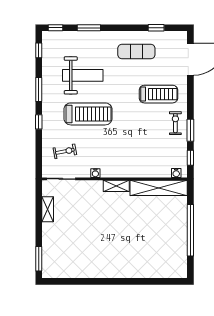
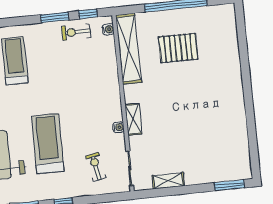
exercise bike: (175, 123) -> (76, 32), moved
shelving: (116, 186) -> (133, 119), moved
pallet: (155, 228) -> (178, 48), added

